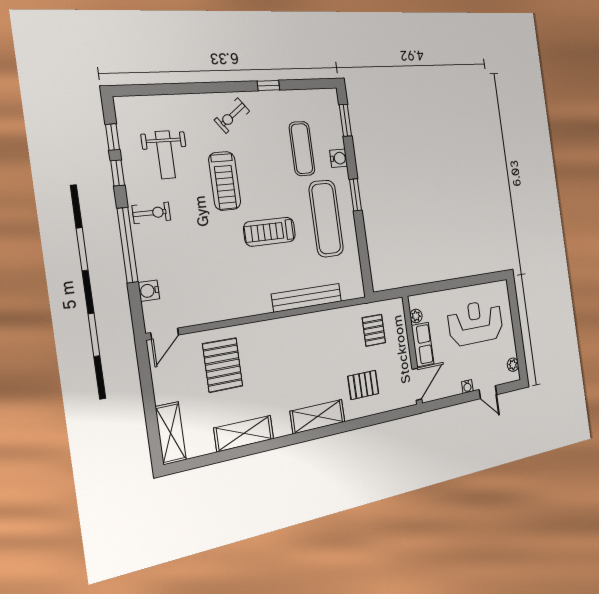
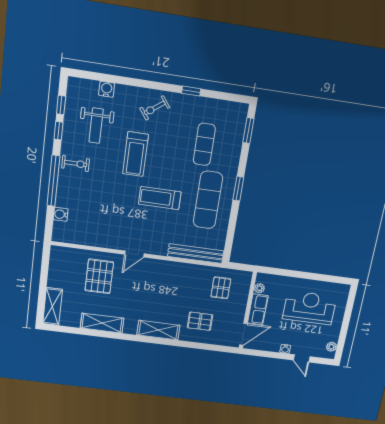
water cooler: (339, 158) -> (107, 89), moved, turned -90
bench: (307, 298) -> (196, 254), moved
door: (165, 334) -> (134, 254), moved

